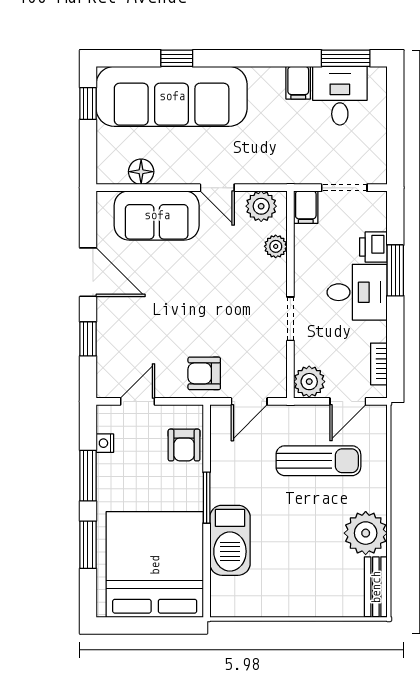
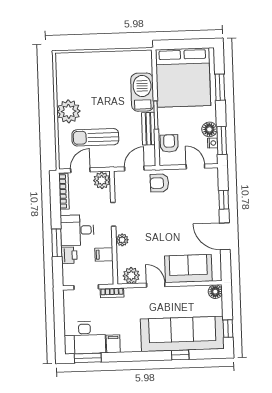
desk: (340, 96) -> (85, 338), width x1.37
floor lamp: (141, 172) -> (215, 292), moved
bookcase: (297, 176) -> (112, 293), added
filing cabinet: (306, 207) -> (104, 254), moved, turned -90
plant: (276, 246) -> (122, 240), moved
bookcase: (379, 364) -> (64, 191), width x1.56
armchair: (204, 373) -> (159, 183), turned 180
door: (138, 401) -> (195, 166), swing flipped
floor lamp: (110, 468) -> (209, 129), added
window: (88, 476) -> (222, 140), moved
plant: (366, 533) -> (69, 111), moved
bench: (376, 587) -> (148, 129), moved

